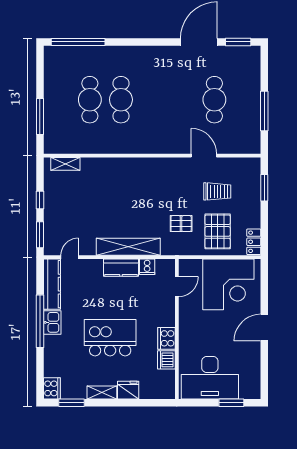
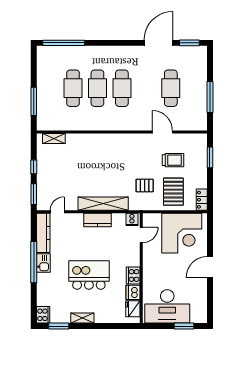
cafe table: (152, 100) -> (122, 88), added
cooker: (147, 267) -> (132, 219), moved
fridge: (128, 390) -> (133, 309), moved, turned -90

